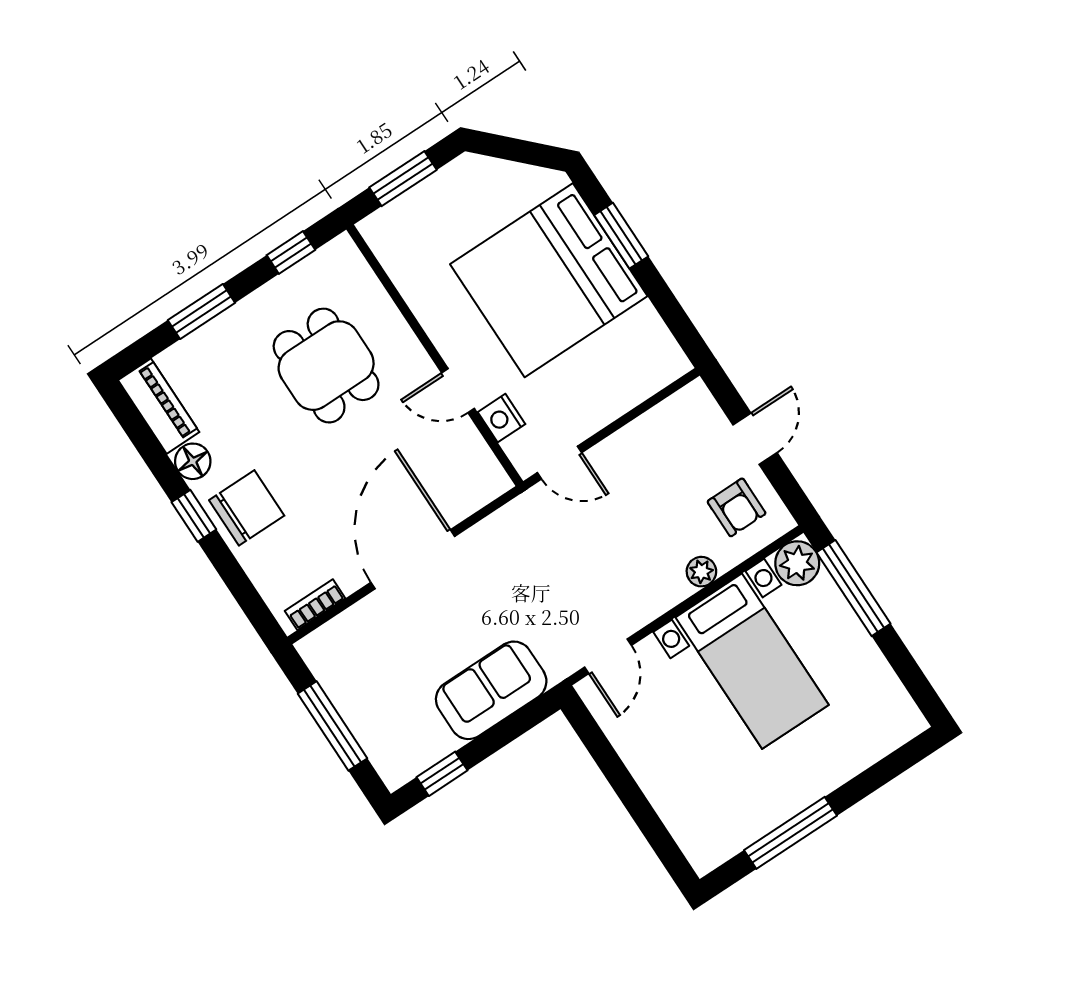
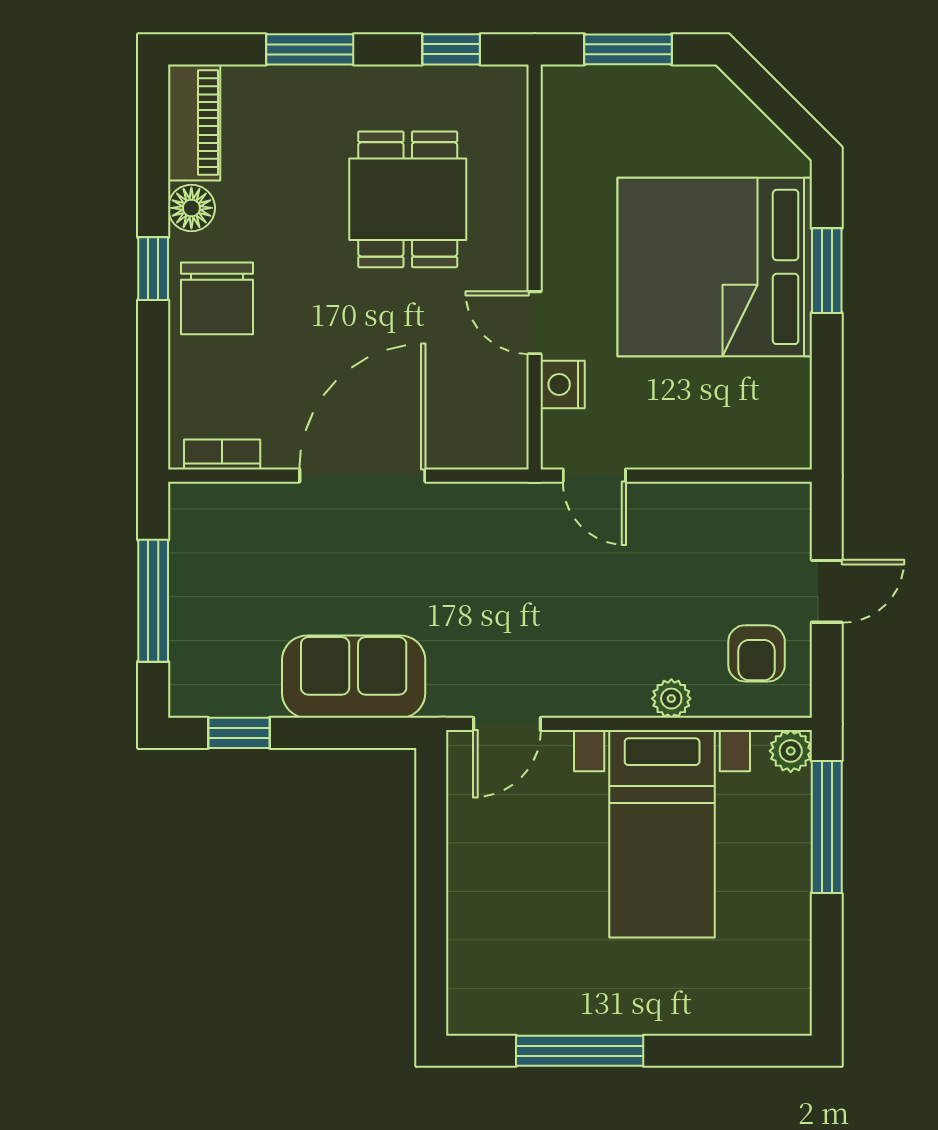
chair: (247, 508) -> (217, 298), turned 90
plant: (797, 563) -> (791, 751), width x0.73, depth x0.73

